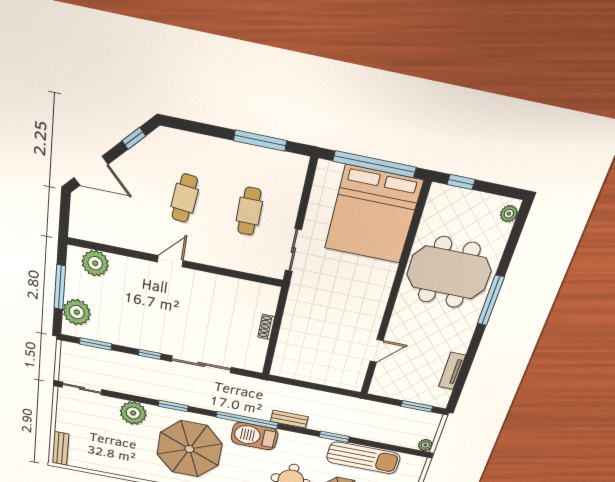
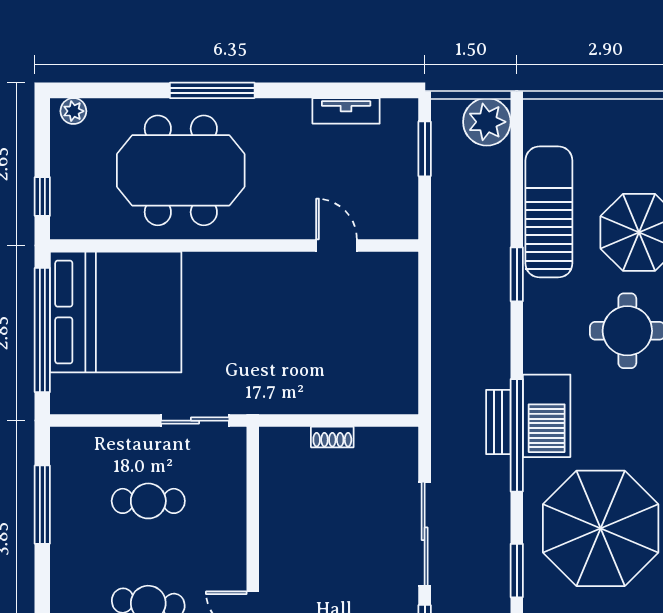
meeting table: (449, 273) -> (181, 170), turned 90
bench: (289, 419) -> (498, 422), moved
plant: (425, 445) -> (487, 122), width x1.88, depth x1.88

